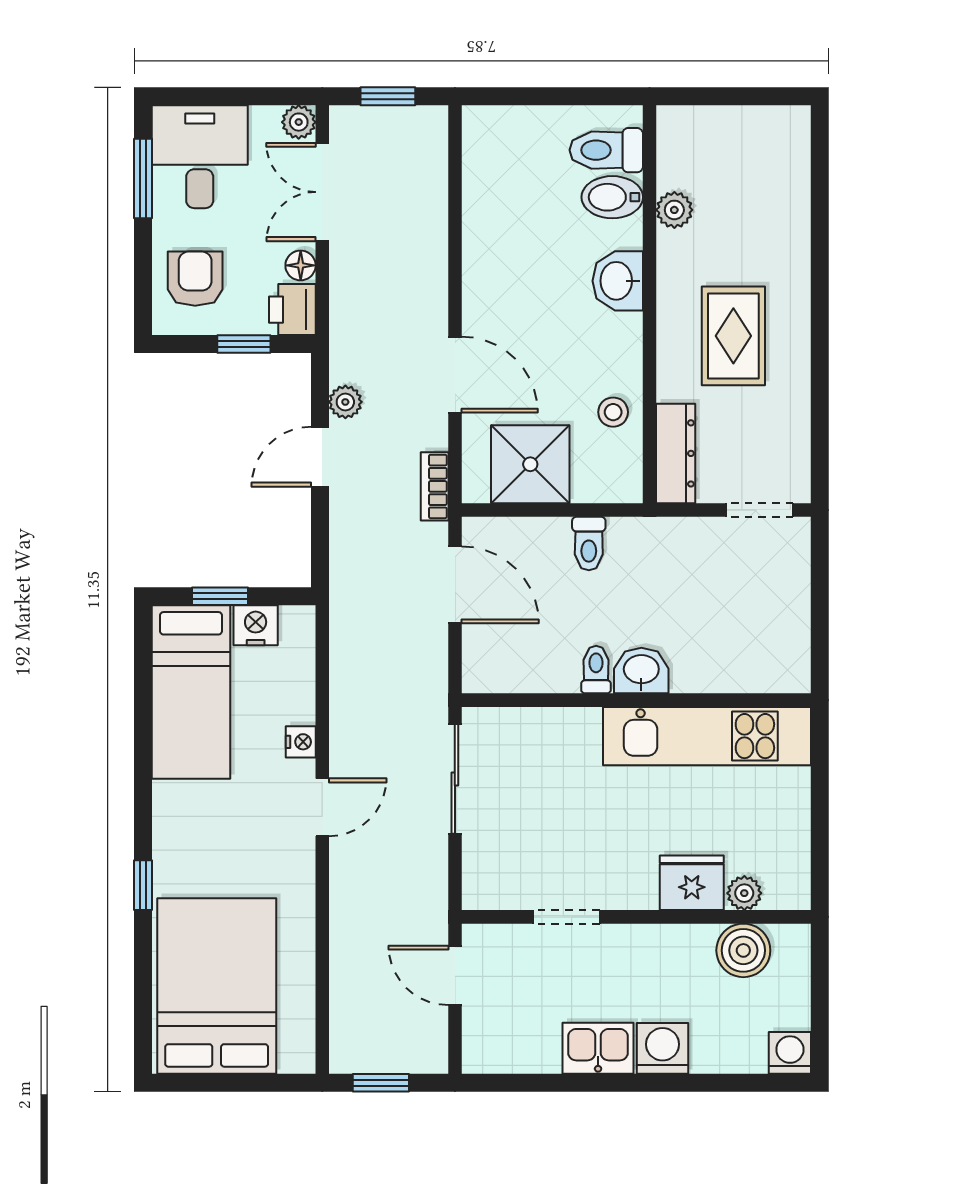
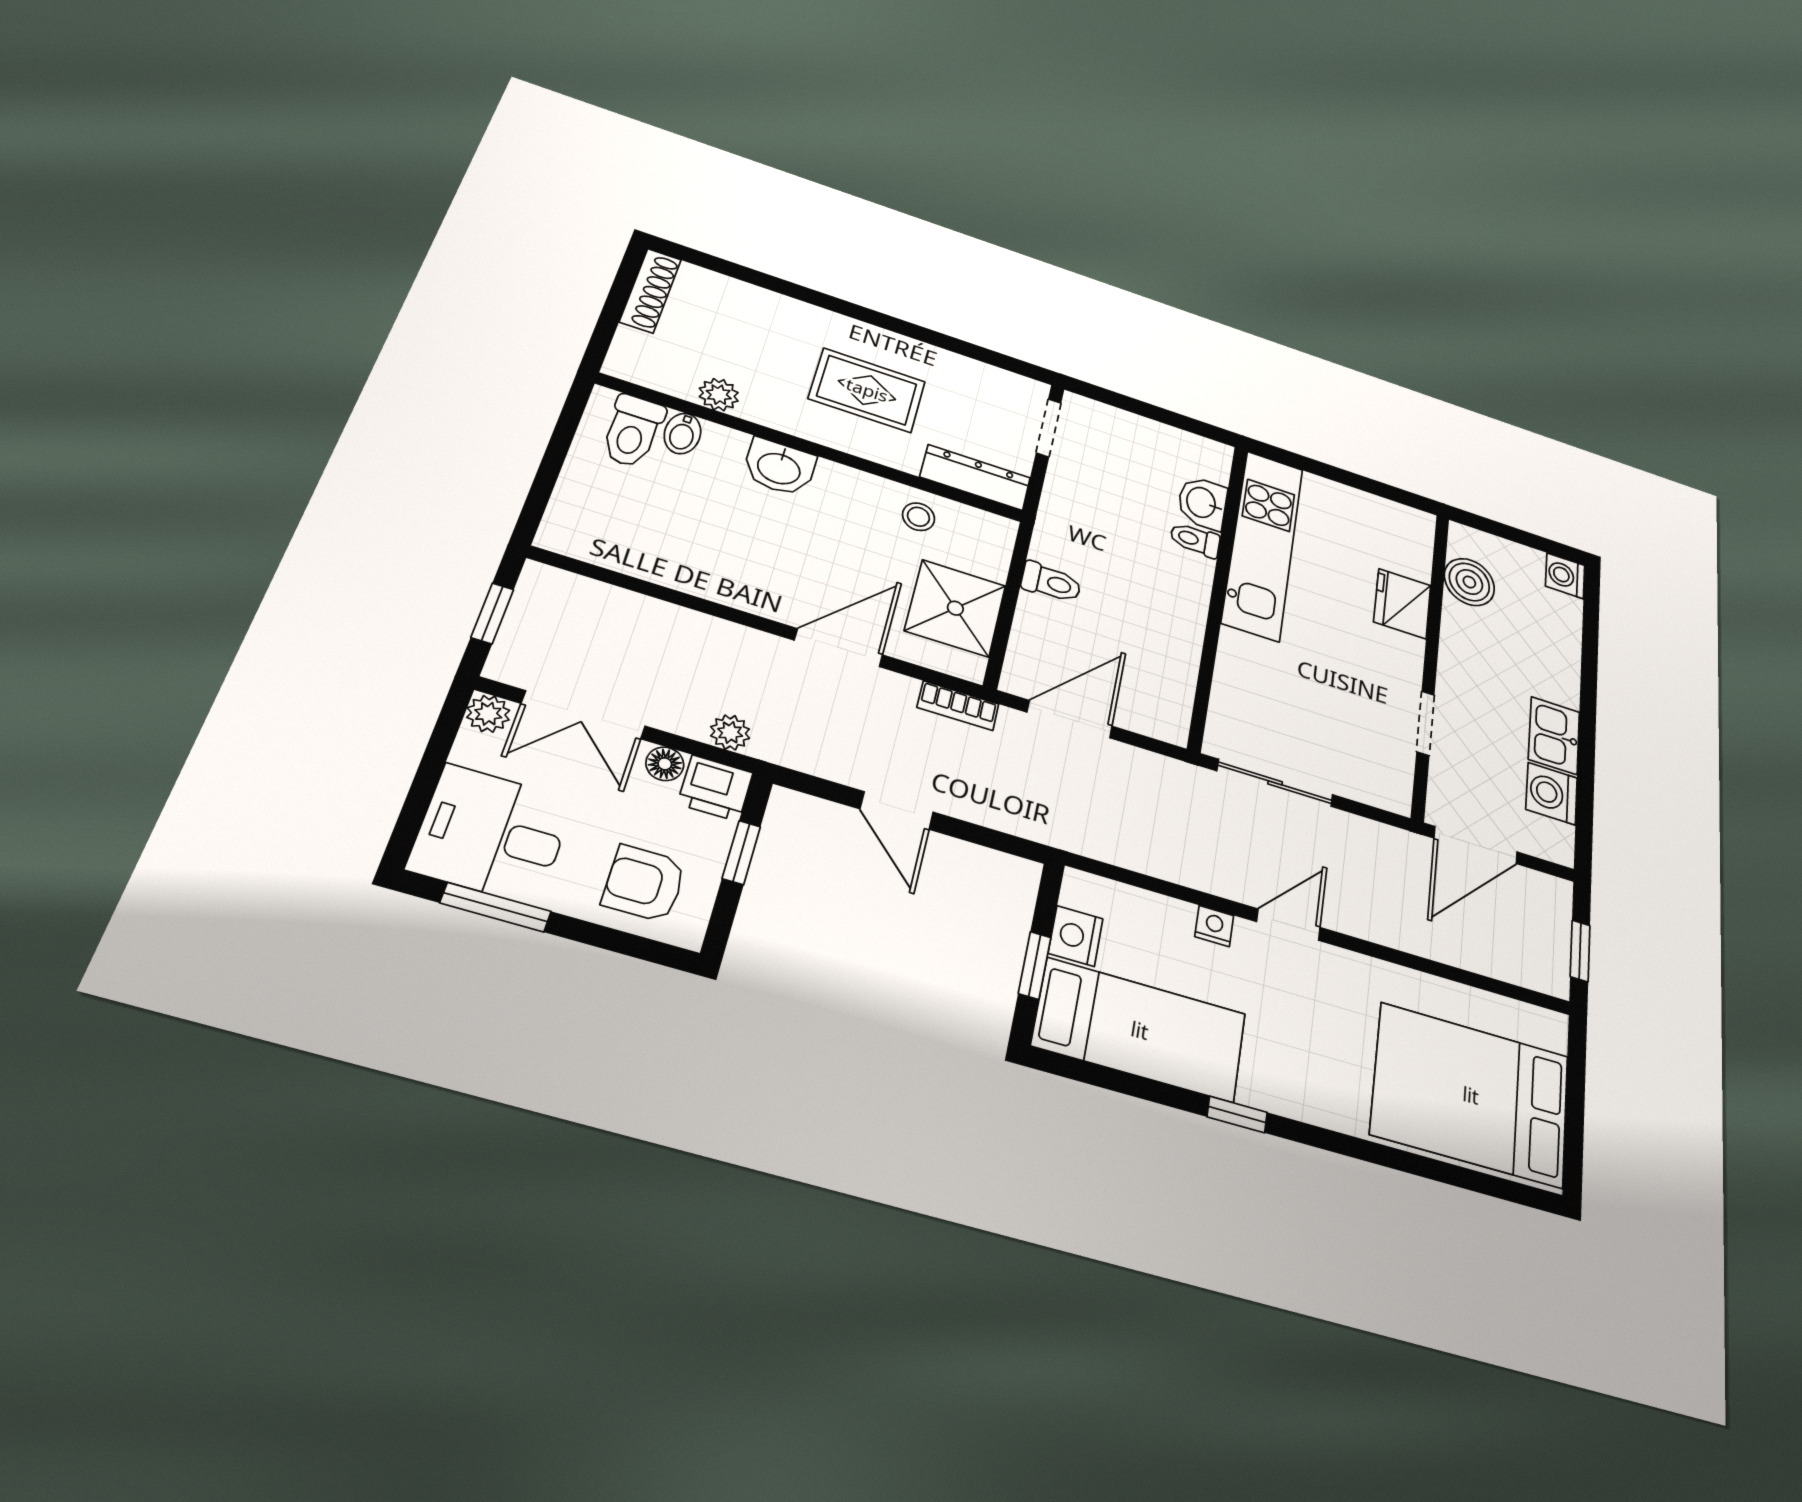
shoe rack: (764, 121) -> (650, 291), added
bidet: (612, 197) -> (682, 434), width x0.72, depth x0.74
plant: (345, 402) -> (730, 732), moved
toilet: (596, 670) -> (1195, 540), moved
washbasin: (641, 671) -> (1202, 503), moved
door: (322, 807) -> (1288, 925), hinge flipped
window: (143, 885) -> (1237, 1115), moved
plant: (744, 893) -> (1416, 563), removed
door: (455, 975) -> (1476, 845), width x1.38
washing machine: (662, 1048) -> (1552, 794), moved

